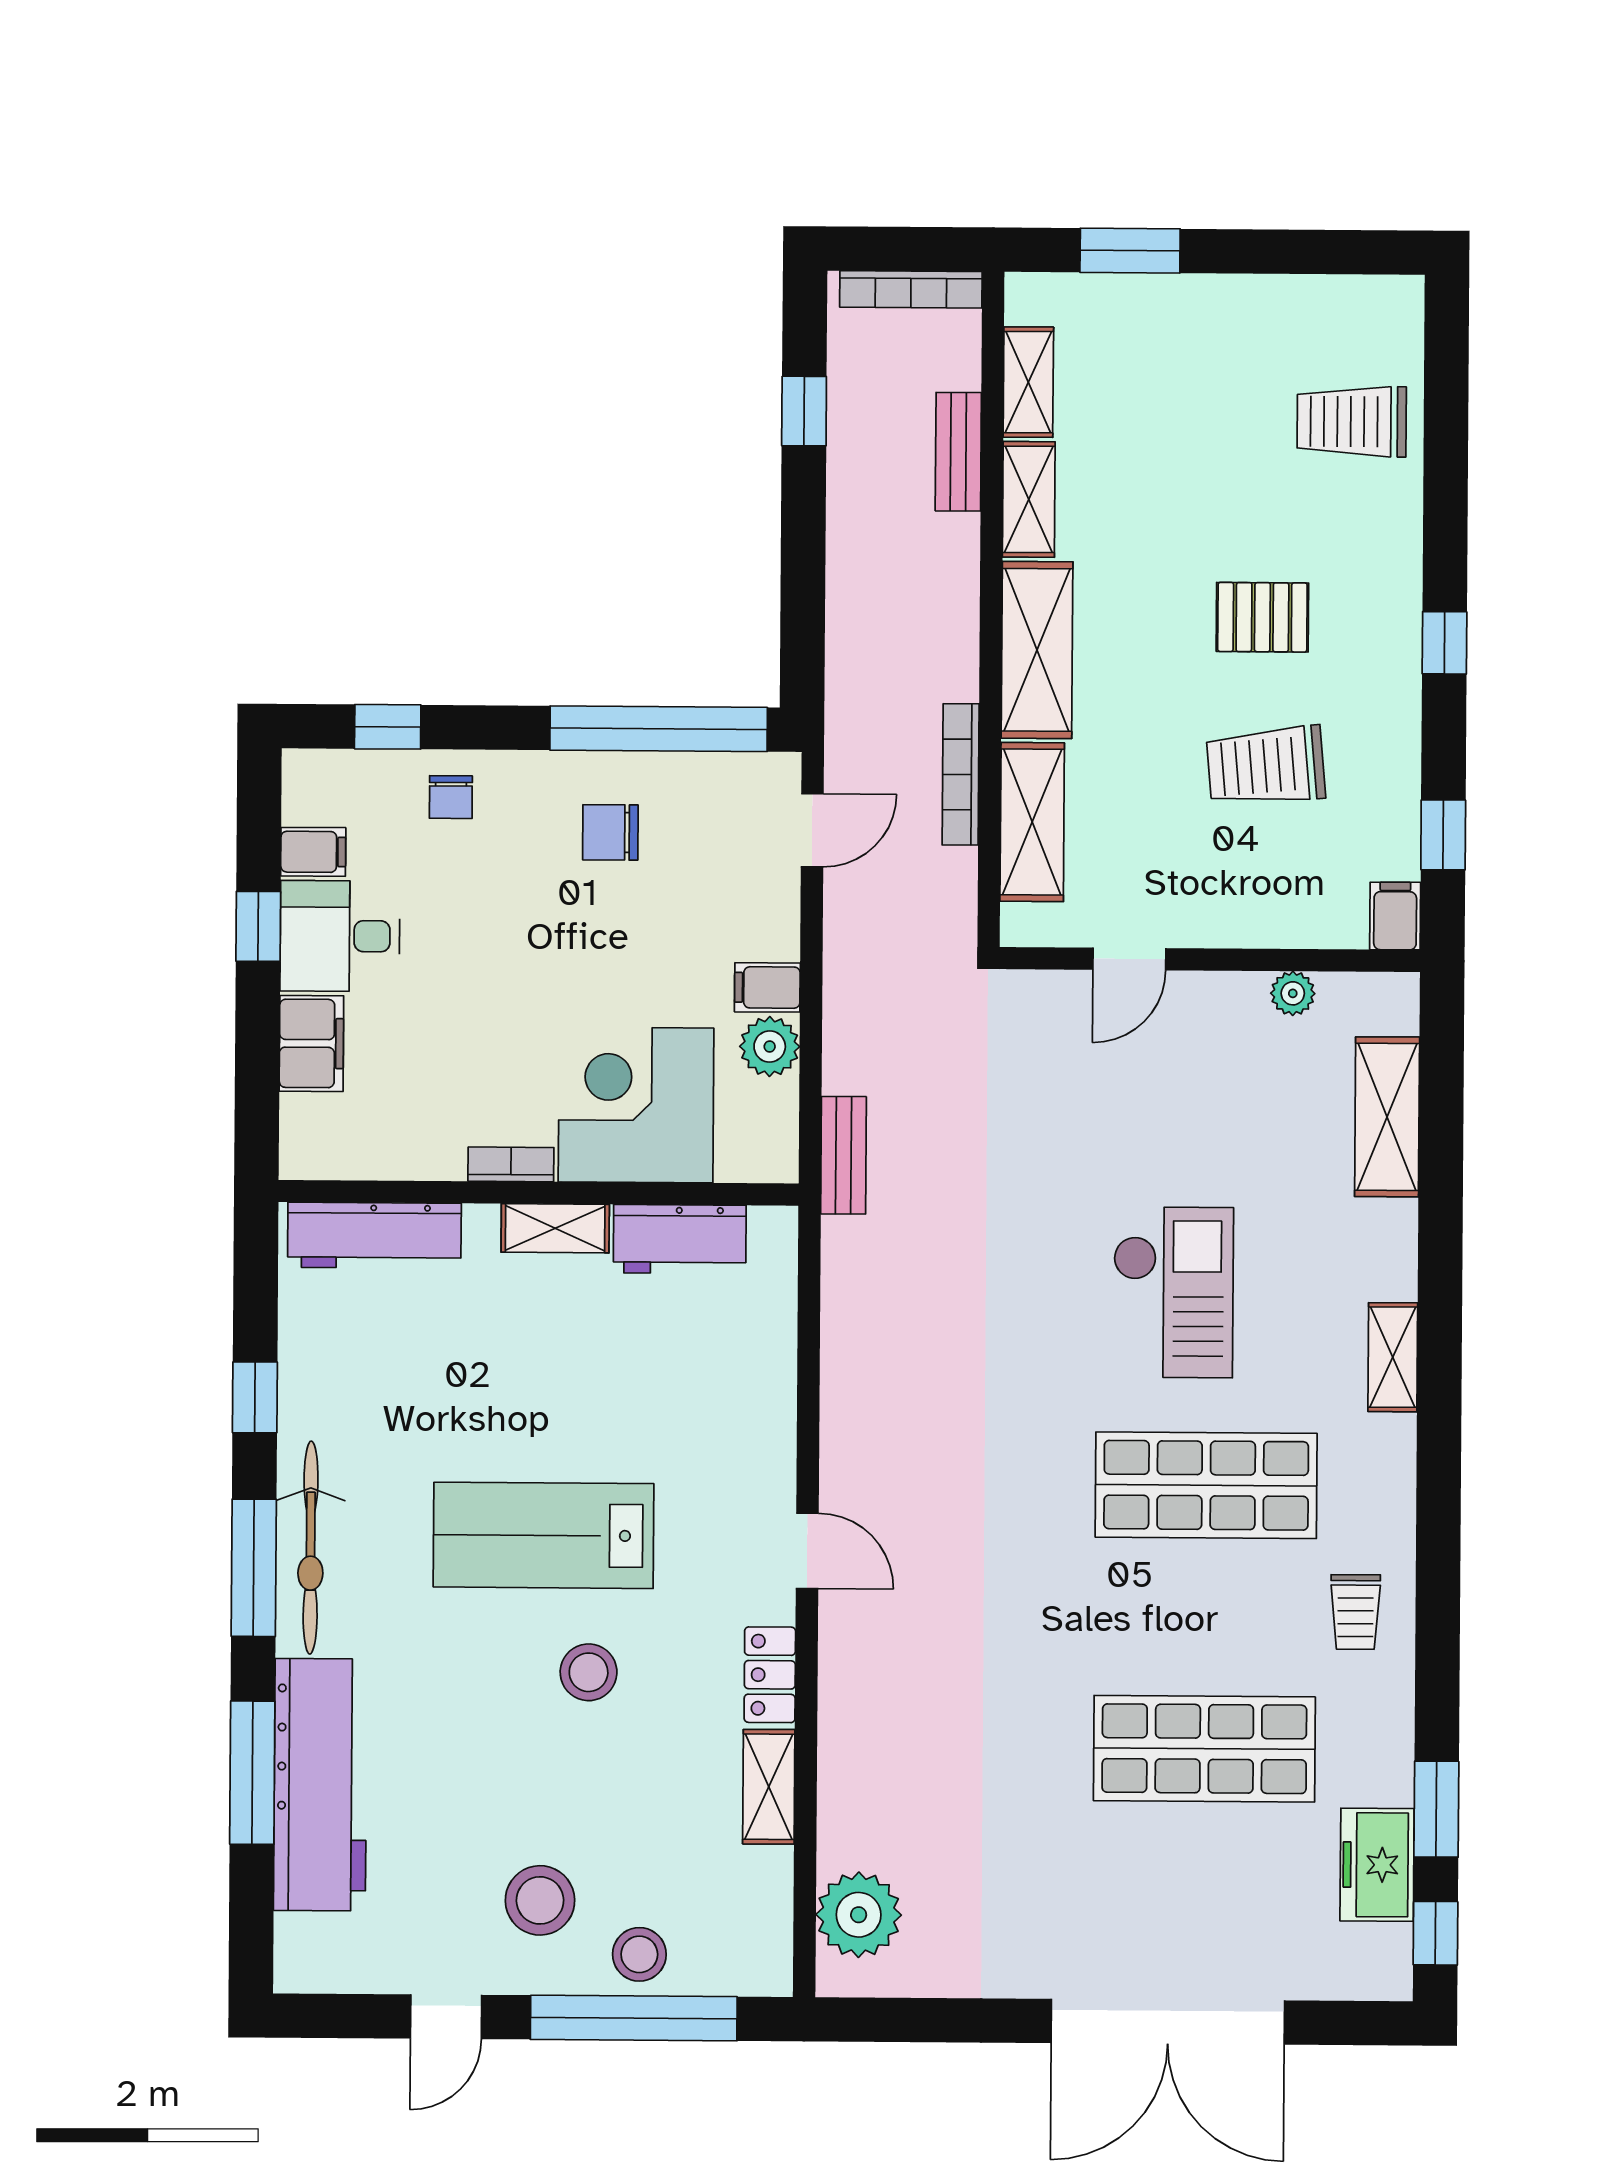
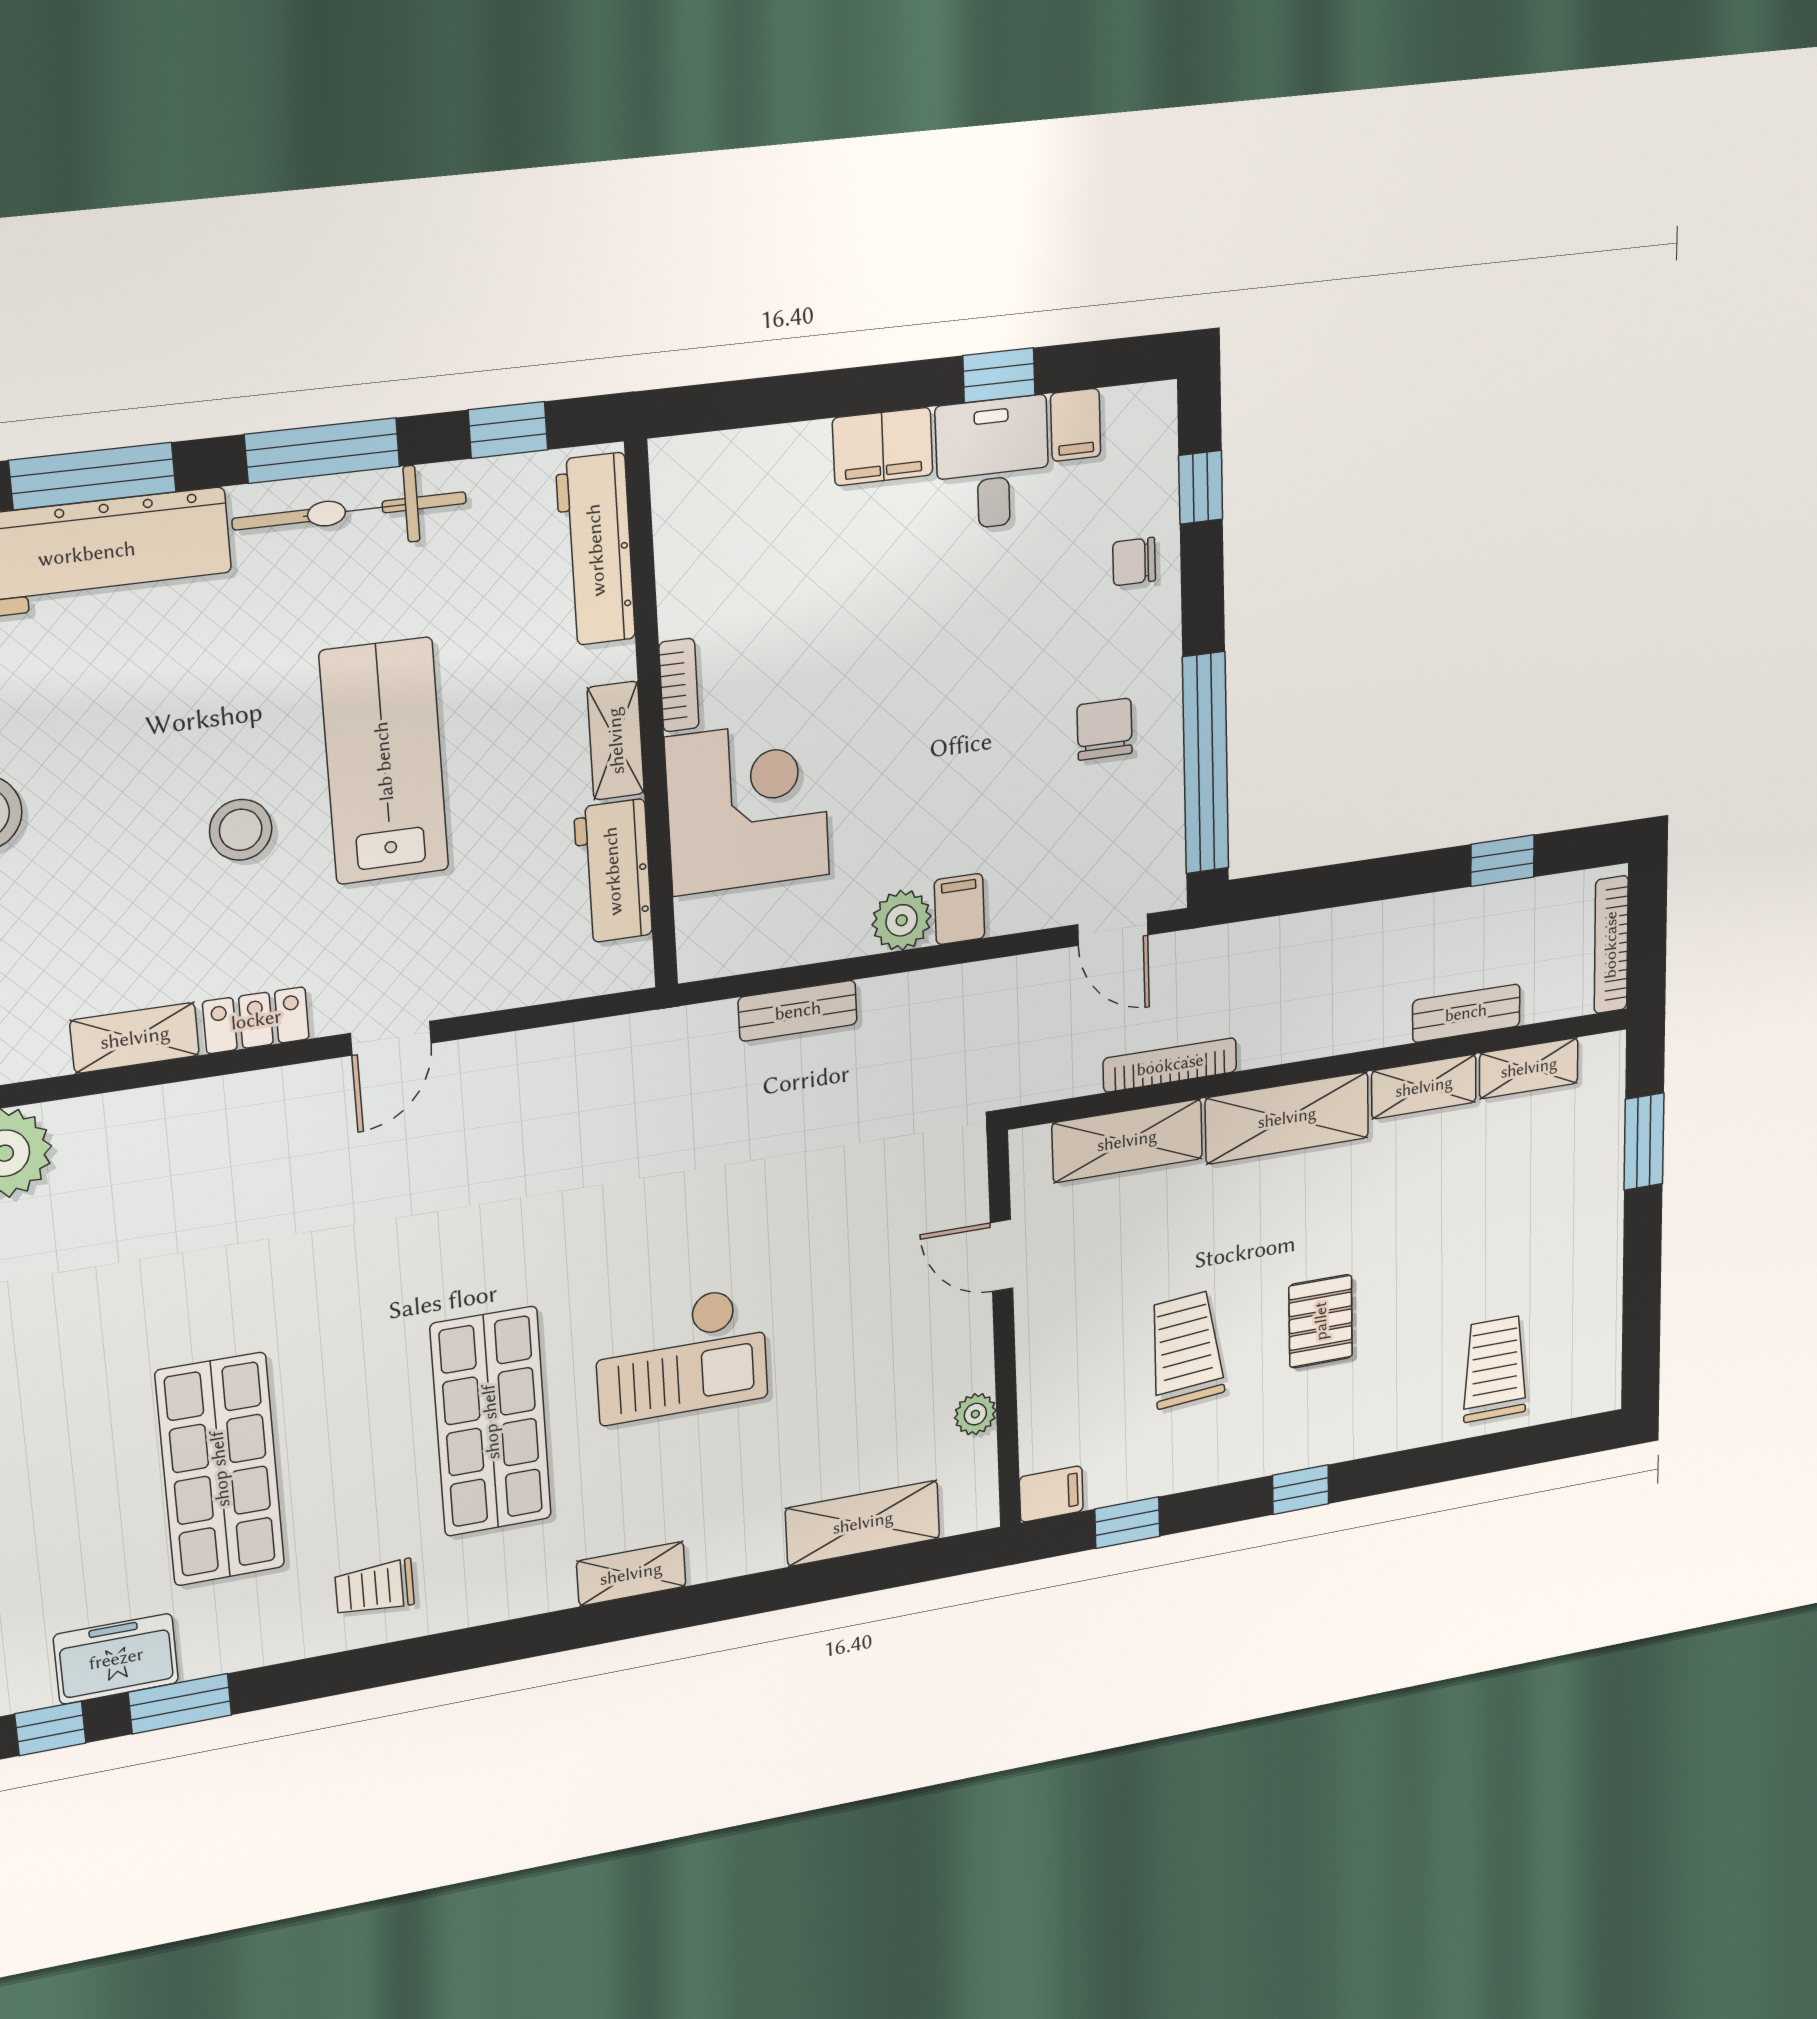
corner desk: (636, 1105) -> (747, 806), moved
bookcase: (511, 1164) -> (679, 685), moved
wall: (539, 1193) -> (651, 718), moved
shelving: (555, 1228) -> (616, 741), moved
workbench: (374, 1235) -> (596, 550), moved
workbench: (680, 1239) -> (613, 871), moved

